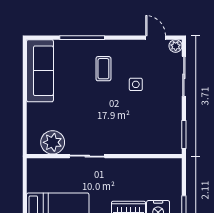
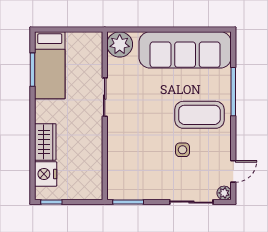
coffee table: (103, 69) -> (199, 115), width x1.86, depth x1.72
sofa: (40, 71) -> (185, 50), width x1.36, depth x1.27
plant: (53, 142) -> (120, 44), moved

